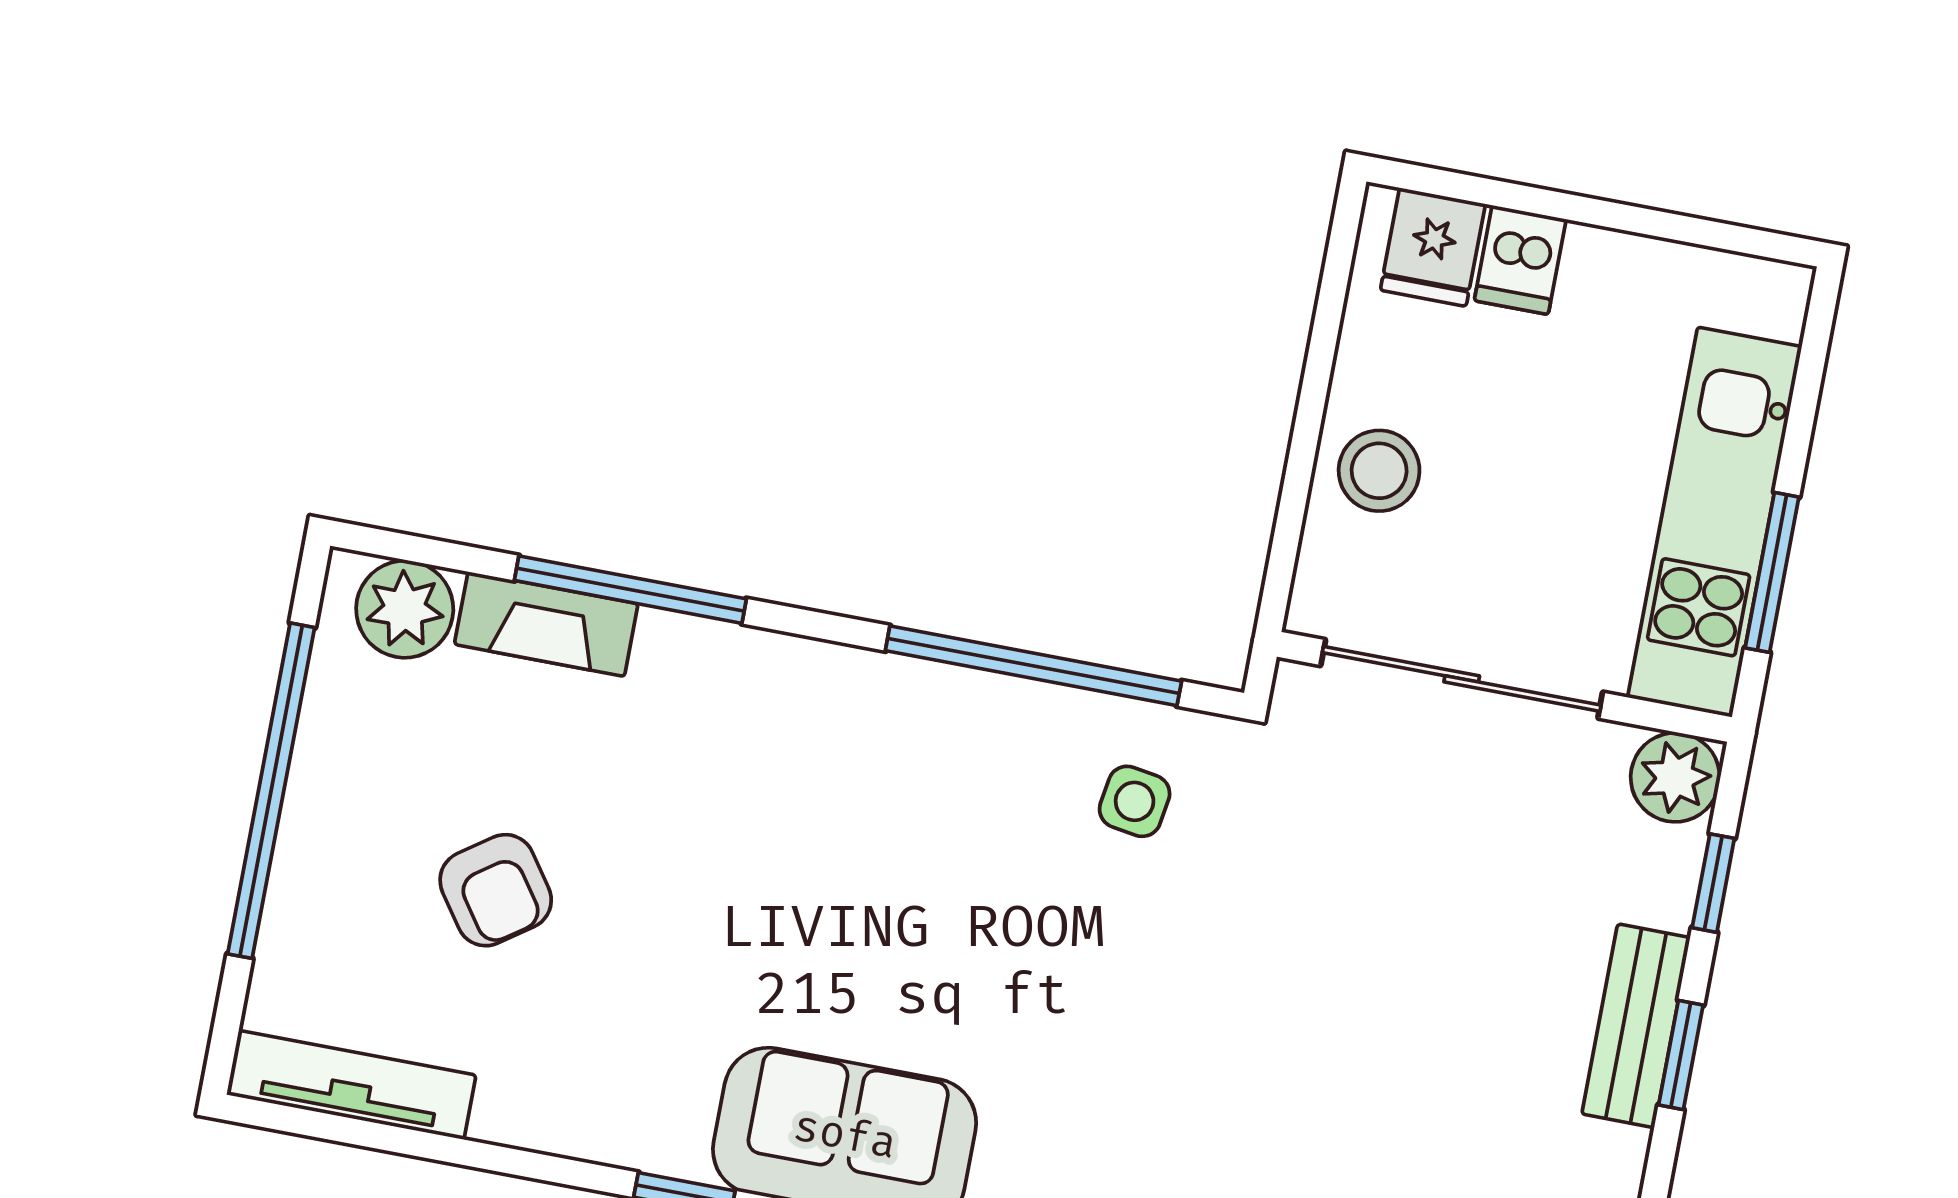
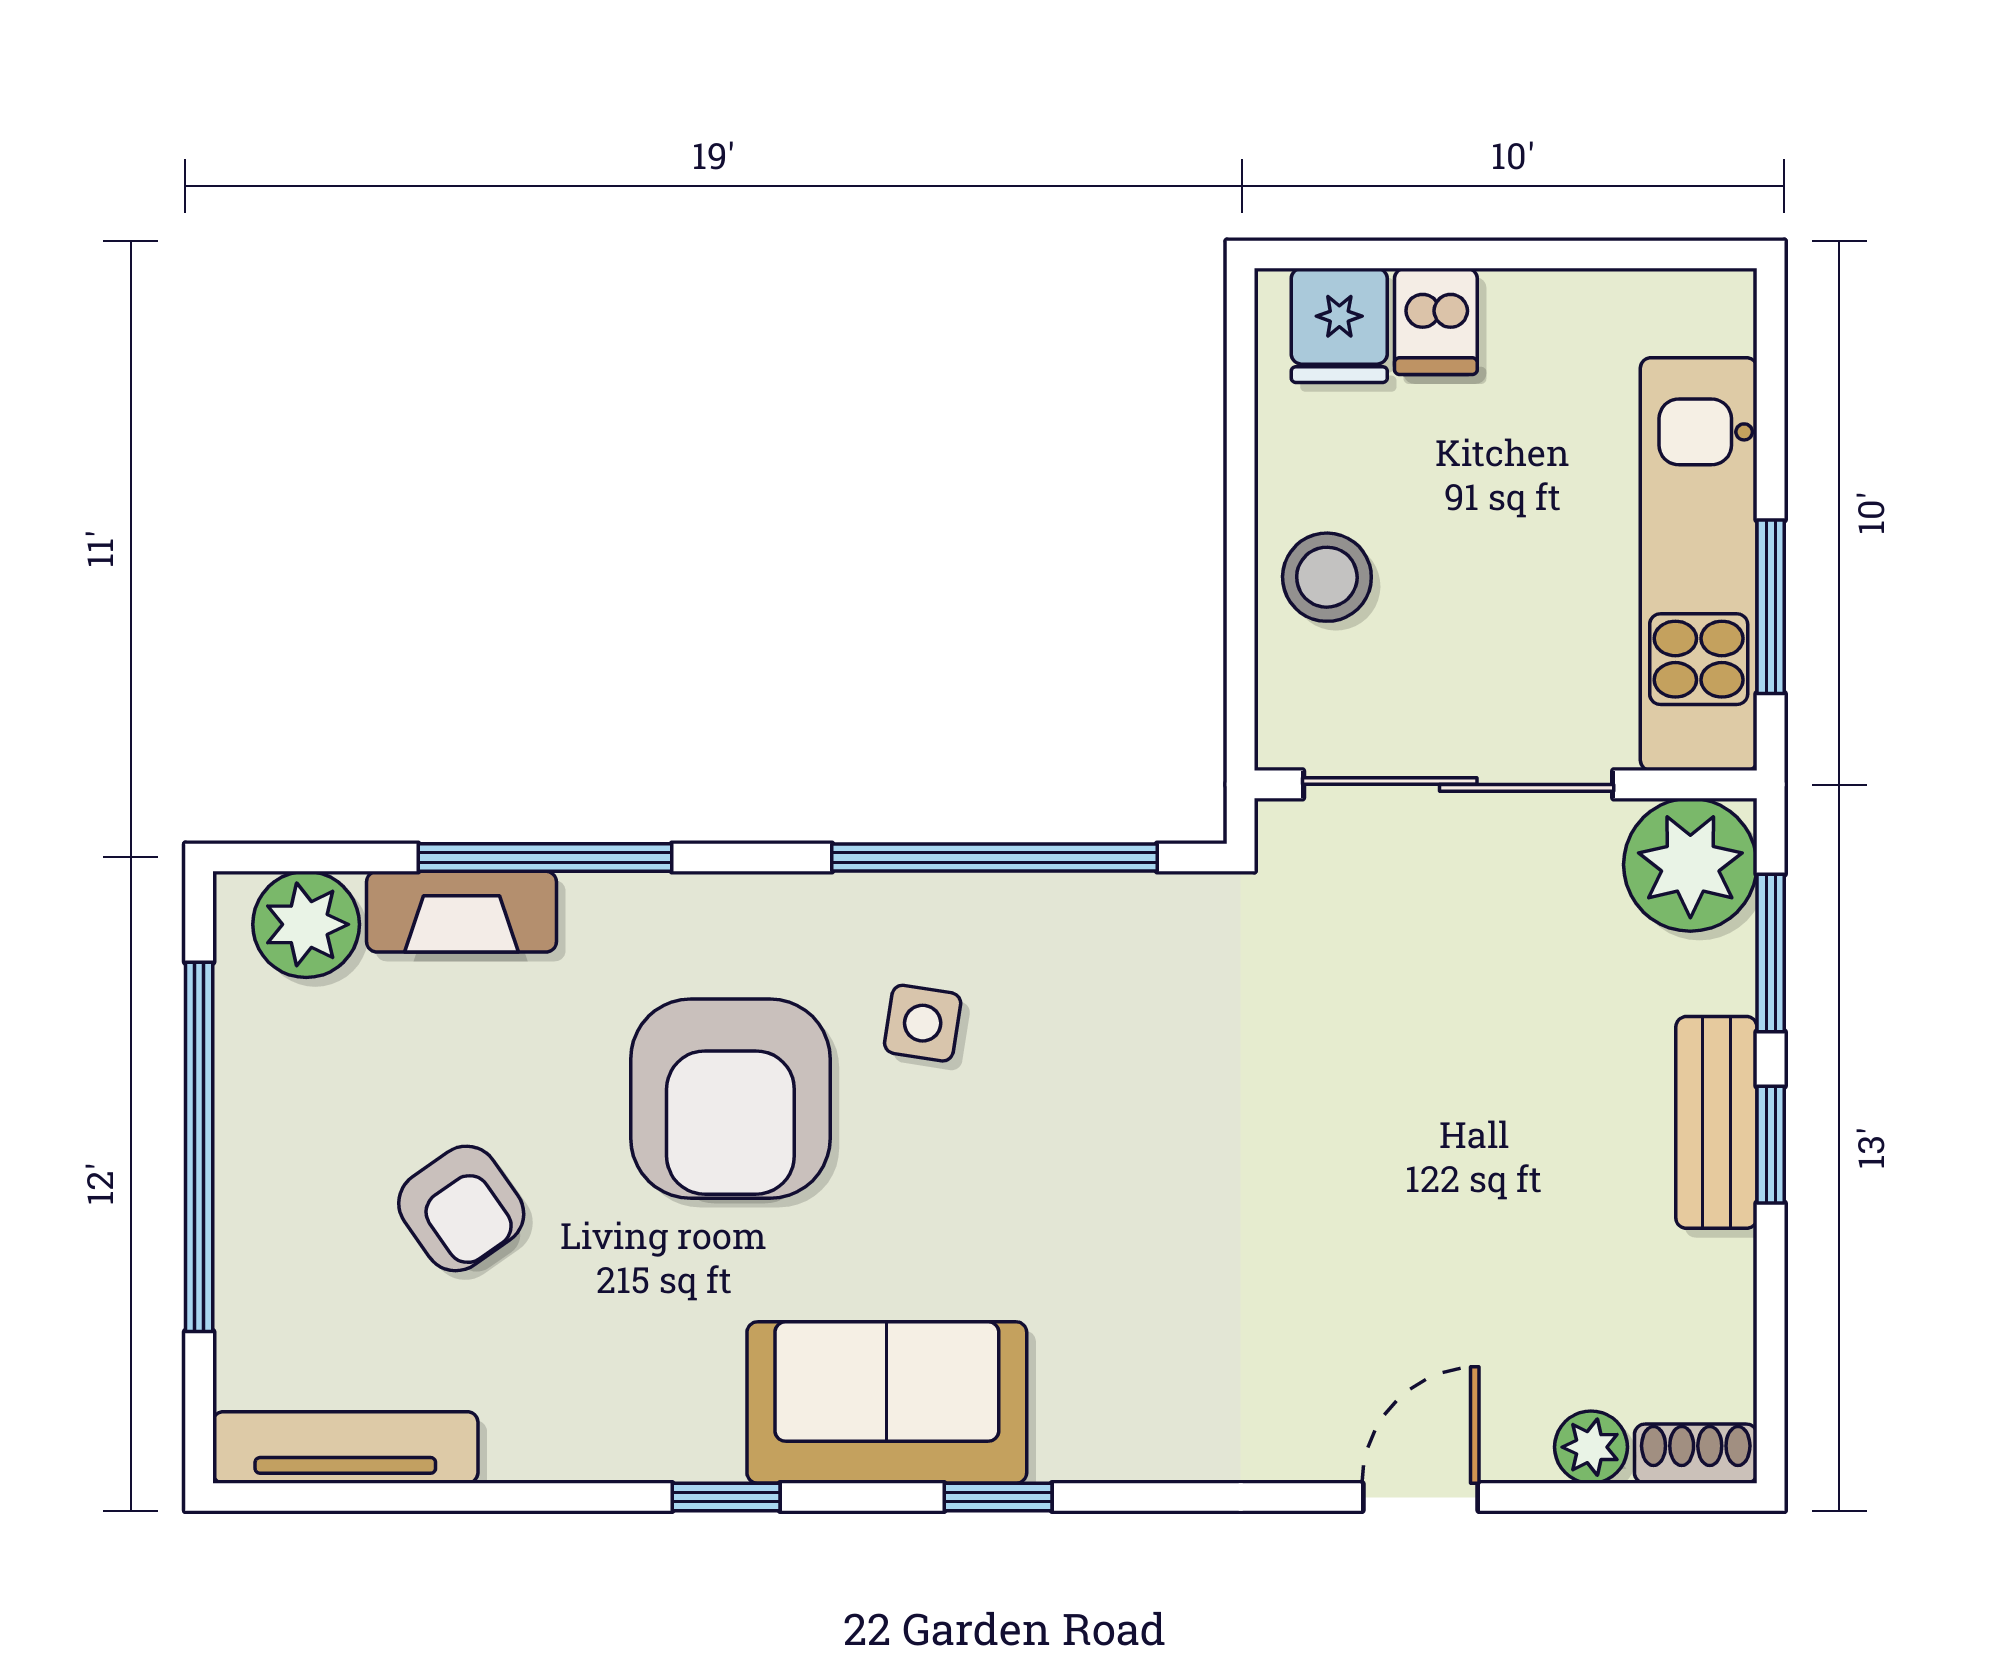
plant: (1675, 777) -> (1690, 865), width x1.36, depth x1.36
side table: (1135, 801) -> (923, 1023), moved
armchair: (756, 837) -> (730, 1099), added
window: (1713, 883) -> (1771, 953), width x1.50

